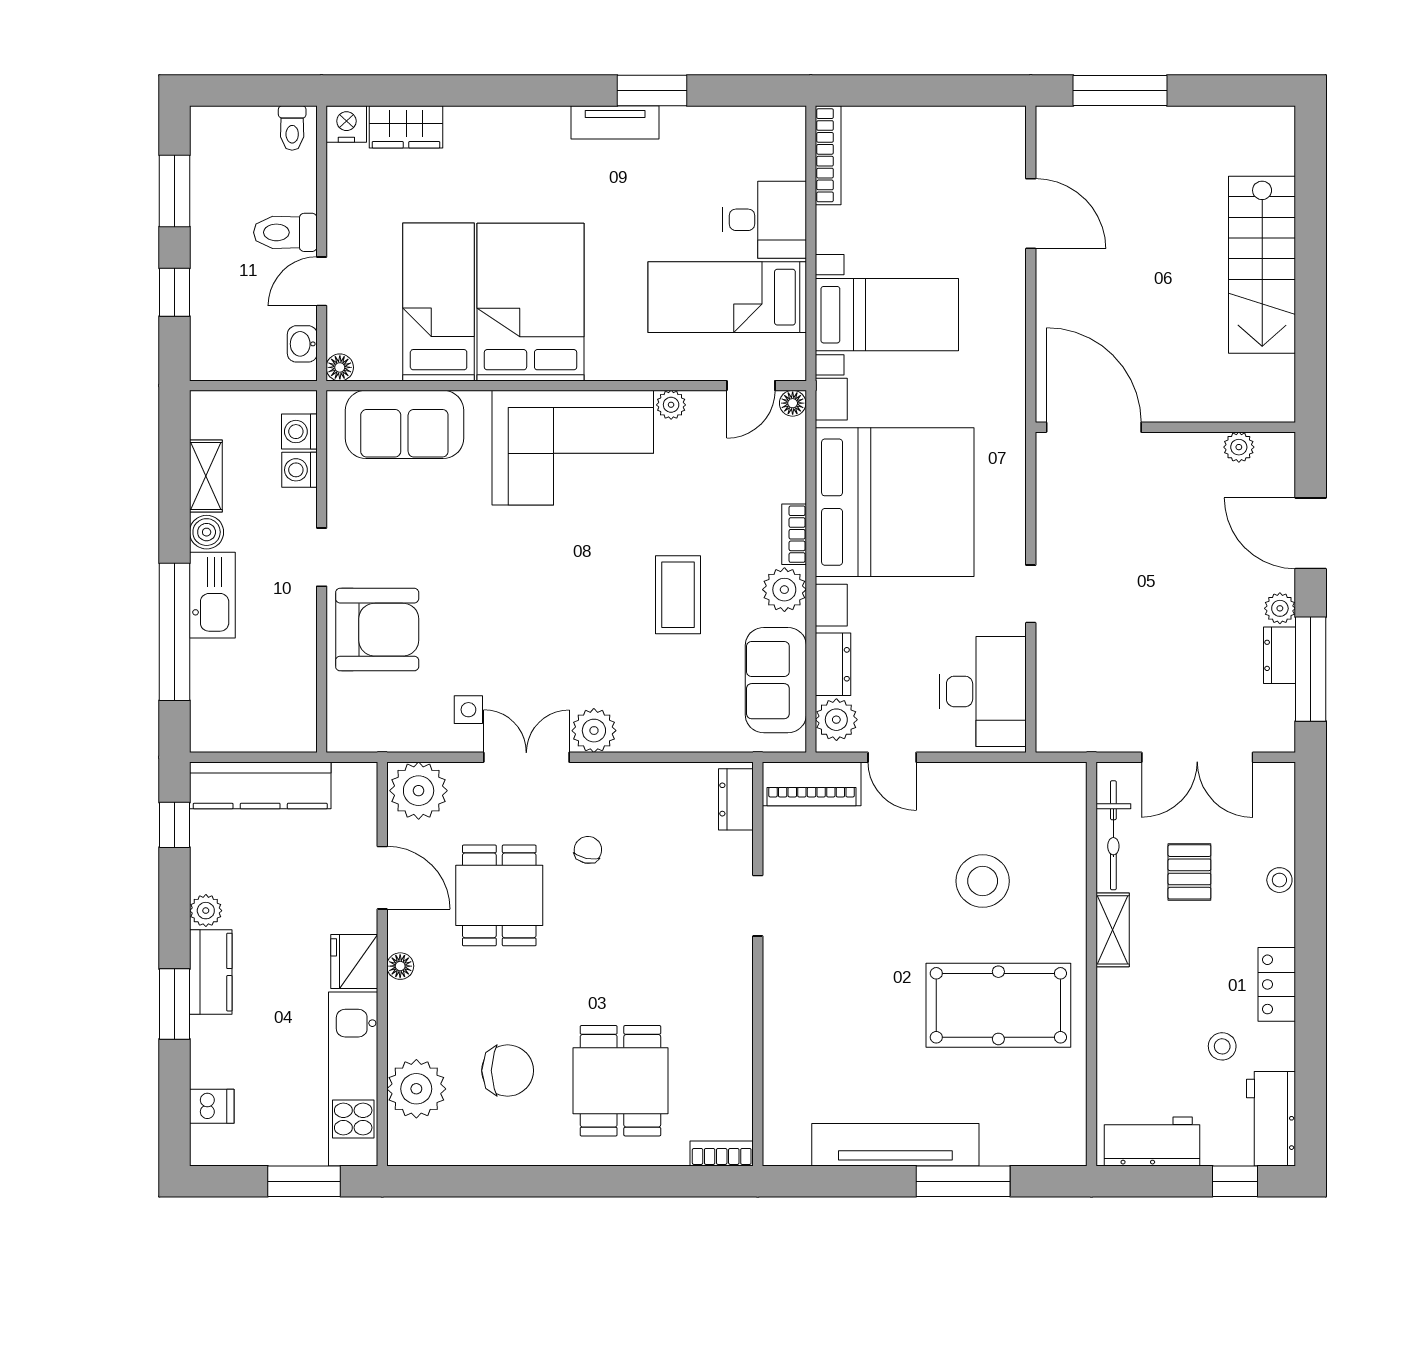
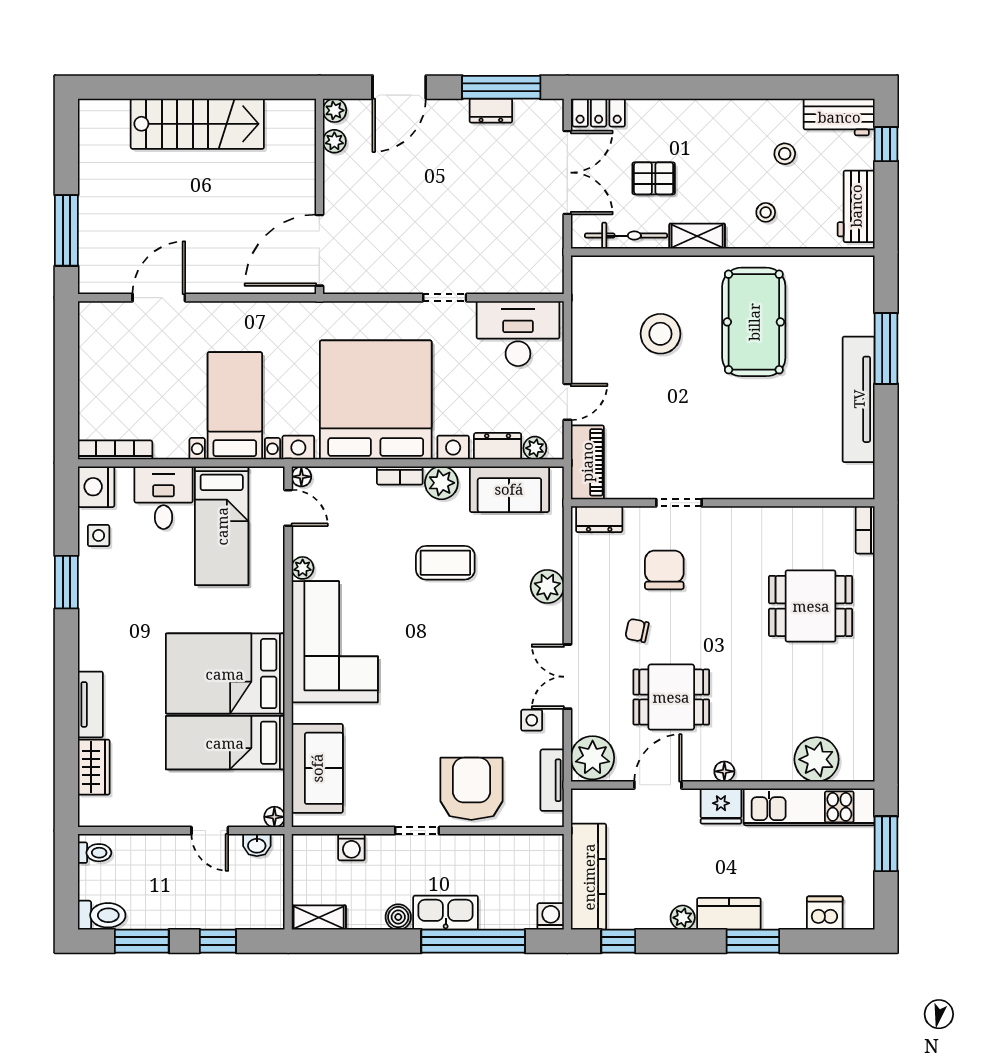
tv unit: (615, 122) -> (90, 704), moved
nightstand: (346, 124) -> (96, 487), moved, width x1.36, depth x1.33
side table: (714, 133) -> (99, 535), added
toilet: (285, 232) -> (102, 915), moved, turned -90
washing machine: (299, 432) -> (551, 916), moved, turned 180
shelving: (206, 476) -> (319, 918), moved
plant: (1280, 608) -> (335, 110), moved
plant: (836, 720) -> (535, 448), width x0.73, depth x0.73
plant: (594, 731) -> (547, 586), moved
tv unit: (389, 737) -> (552, 780), added
stool: (1279, 880) -> (766, 212), moved
locker: (1277, 984) -> (599, 113), moved
chair: (508, 1071) -> (664, 570), moved
dishwasher: (212, 1106) -> (825, 913), width x1.38

